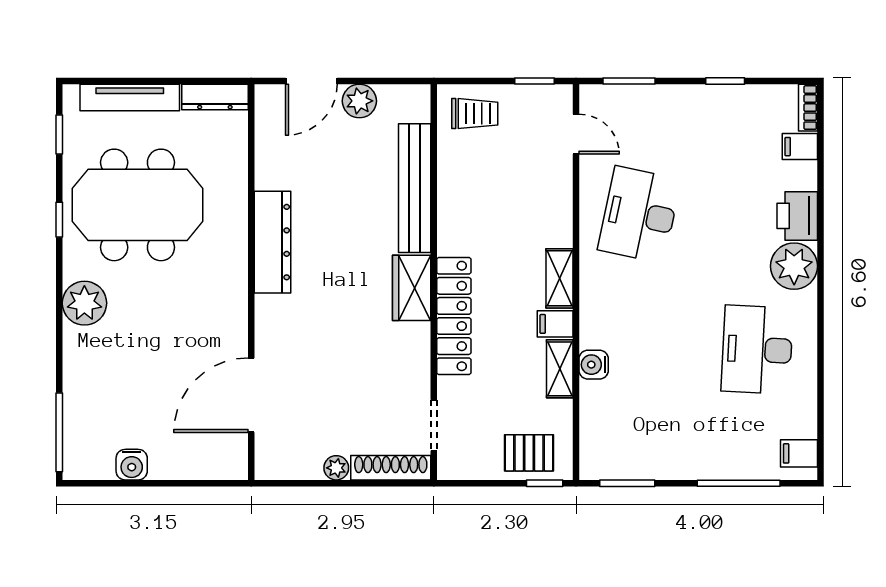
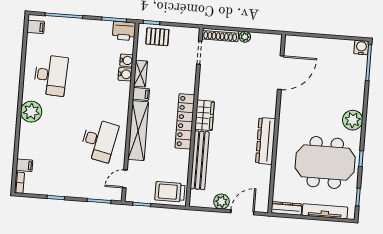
trolley: (475, 114) -> (170, 192), width x1.36, depth x1.39
door: (576, 134) -> (125, 179), hinge flipped
printer: (797, 216) -> (124, 31), moved, turned 90
shelving: (560, 278) -> (138, 131), width x2.20, depth x1.33
locker: (454, 316) -> (185, 121), moved
water cooler: (593, 395) -> (127, 60), added
water cooler: (132, 465) -> (361, 47), moved

